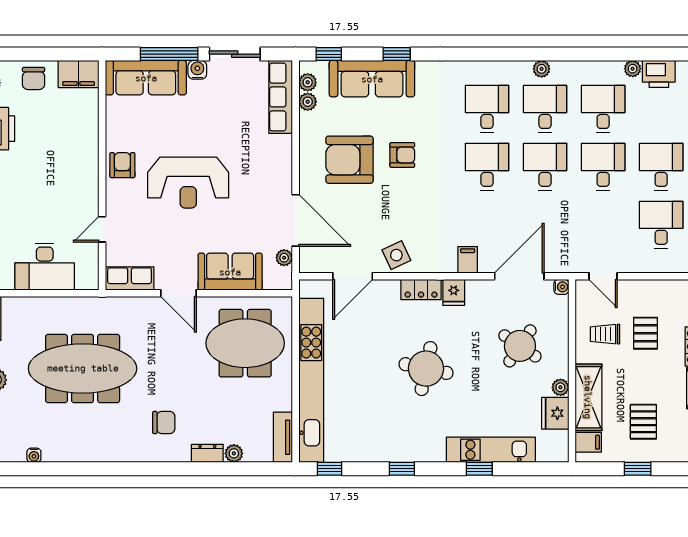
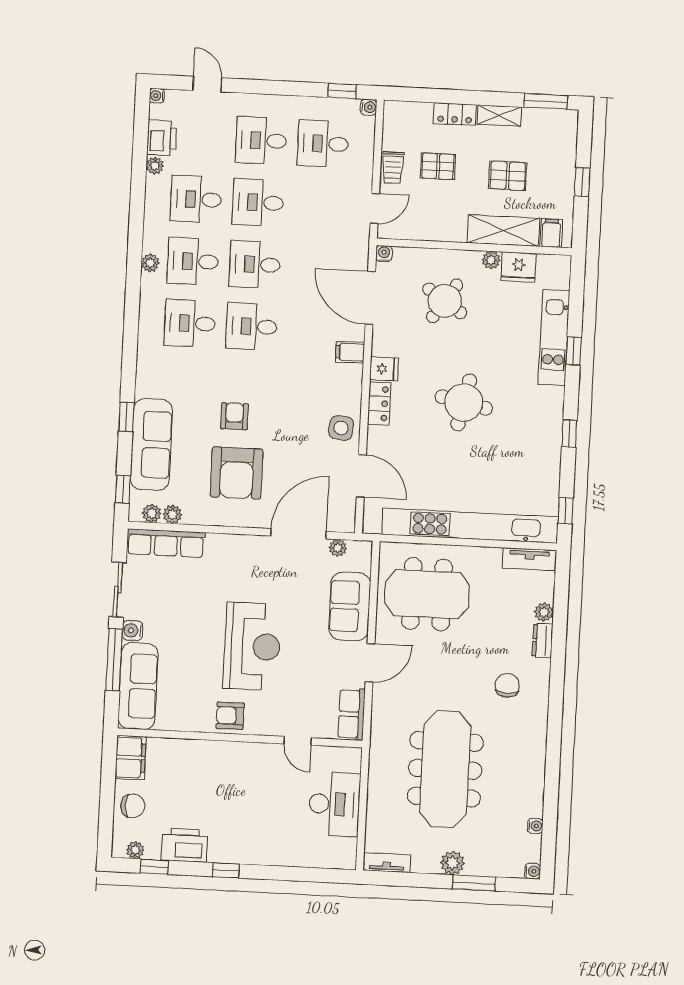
side table: (396, 255) -> (341, 428), turned 32
trolley: (605, 334) -> (393, 168), moved
meeting table: (245, 343) -> (427, 594), turned 90
pallet: (643, 422) -> (508, 176), moved

